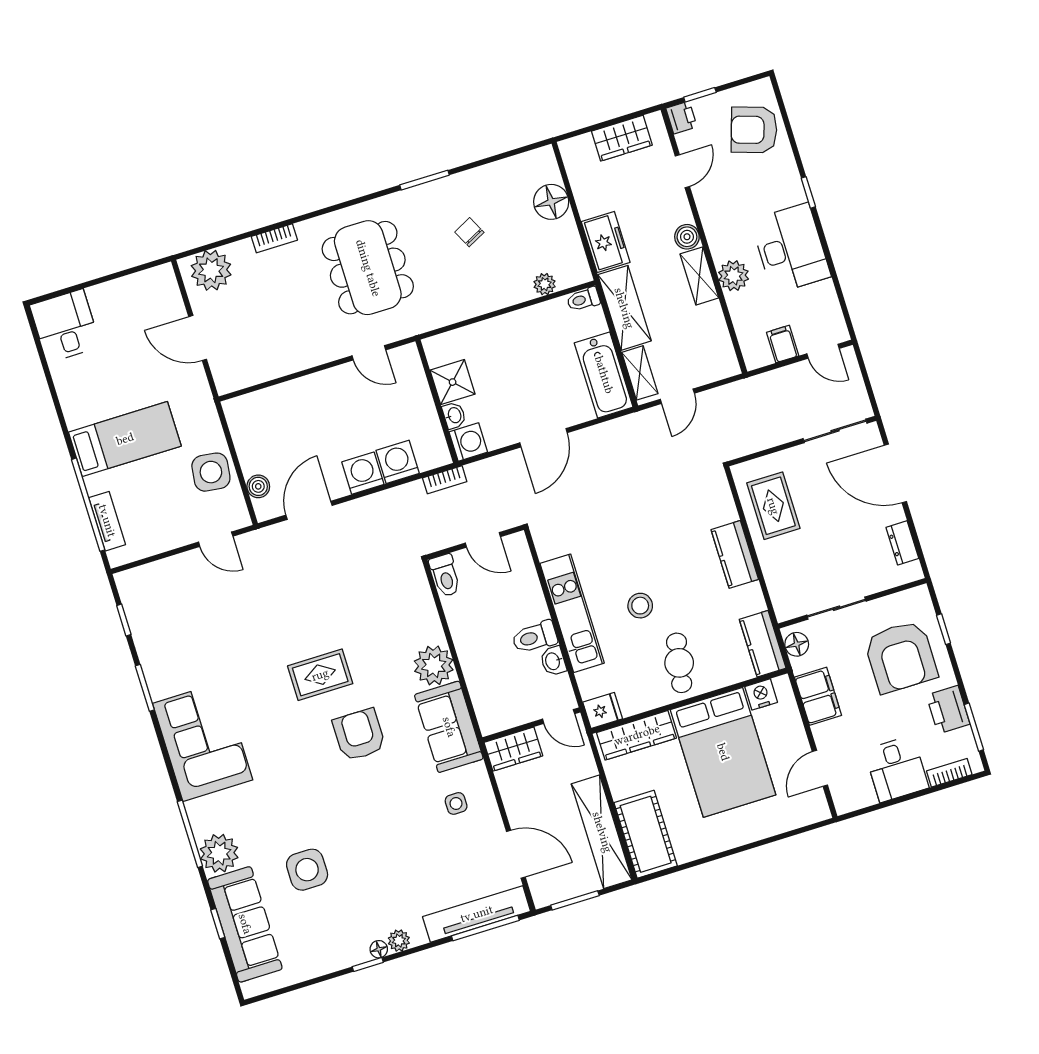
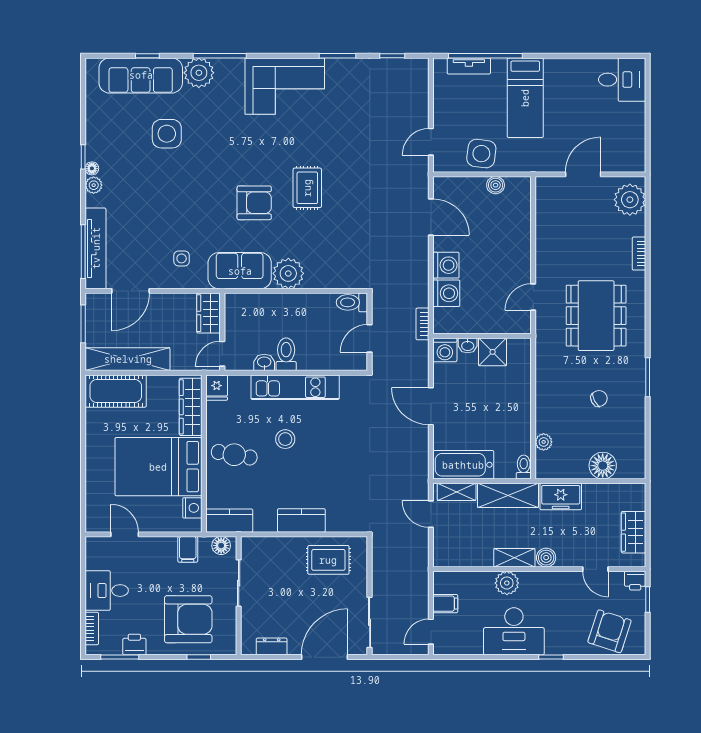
dining table: (368, 268) -> (596, 316), turned 90
boiler: (258, 486) -> (496, 185), moved
armchair: (901, 657) -> (188, 619), turned 180
filing cabinet: (818, 696) -> (188, 549), width x0.50
printer: (948, 710) -> (134, 645), width x0.73, depth x0.81

